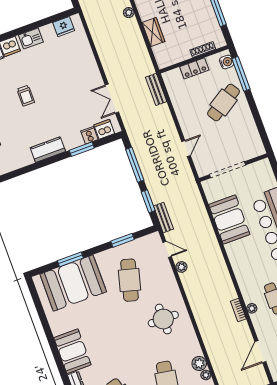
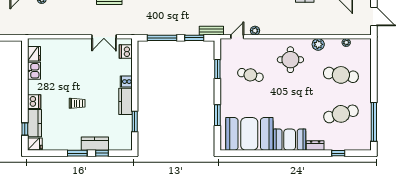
kitchen sink: (31, 38) -> (34, 71), moved
cooker: (89, 135) -> (126, 82), moved
window: (82, 149) -> (135, 121), moved
cafe table: (129, 280) -> (250, 75), width x0.73, depth x0.74
booth: (73, 283) -> (249, 134), moved, turned 90
plant: (199, 364) -> (318, 44), moved

